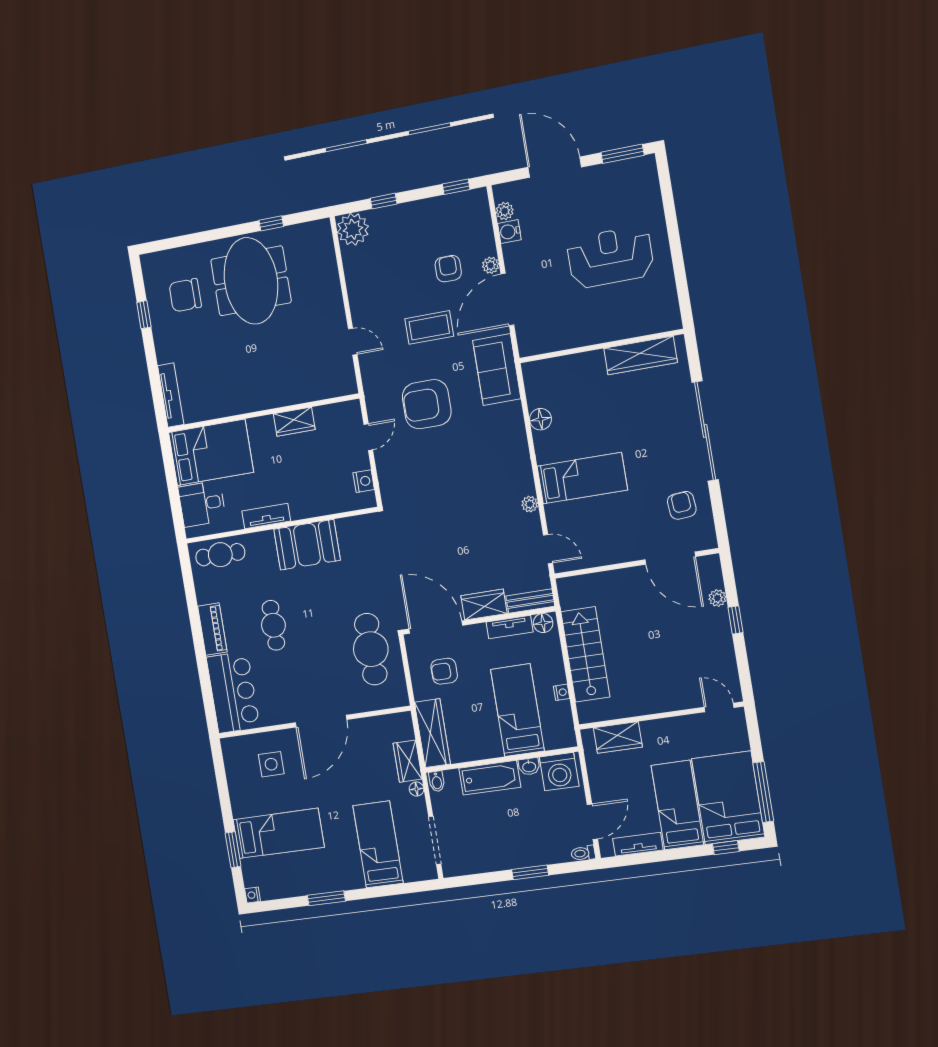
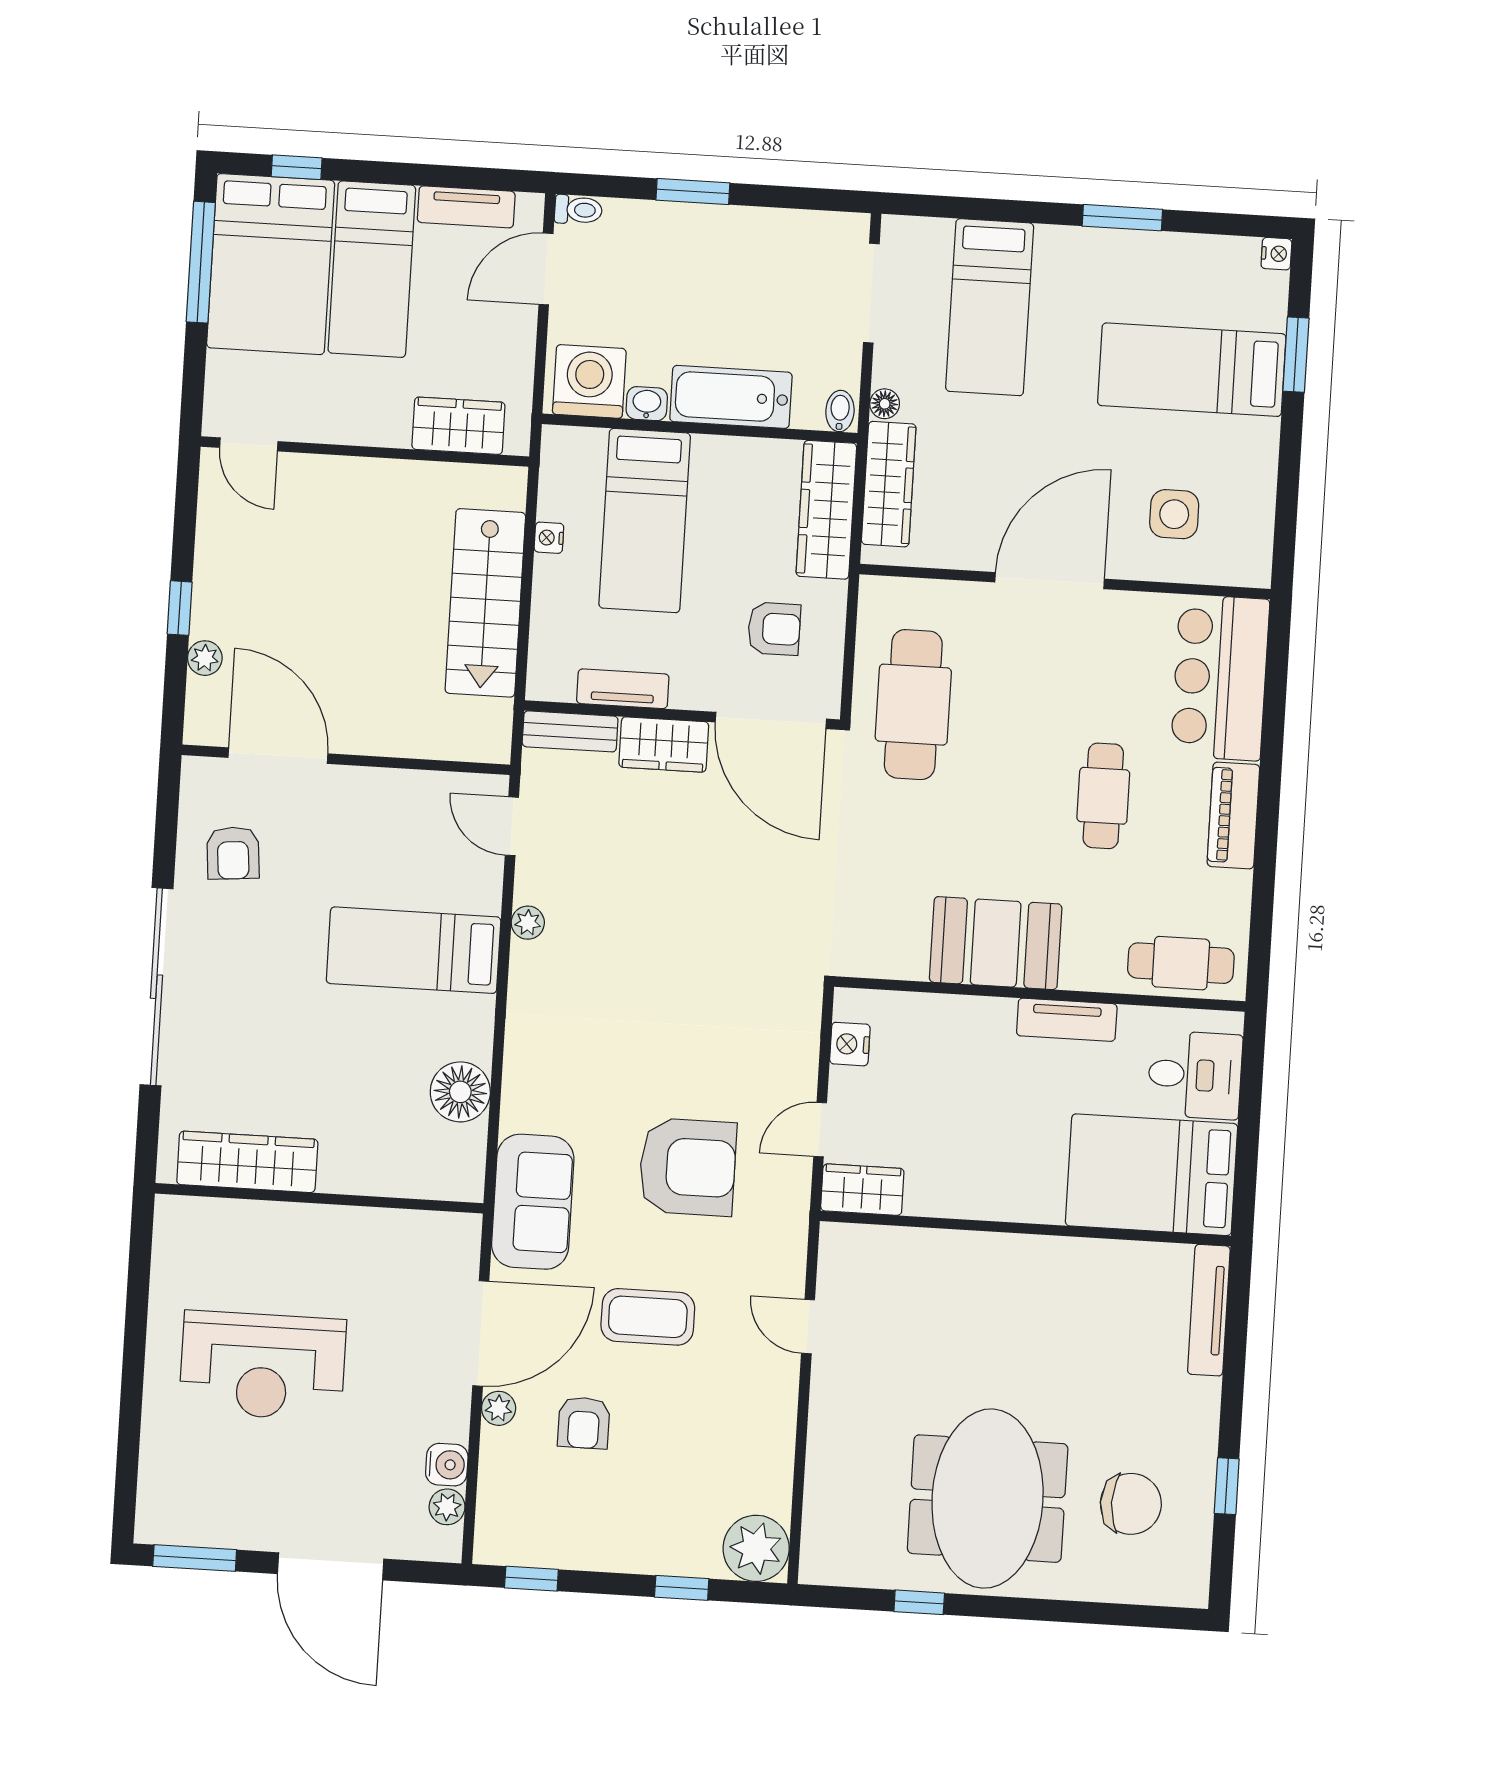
floor lamp: (540, 419) -> (460, 1092), width x1.38, depth x1.38
wardrobe: (294, 422) -> (862, 1190), moved
floor lamp: (543, 623) -> (555, 682), removed
wardrobe: (408, 761) -> (889, 484), width x1.50

